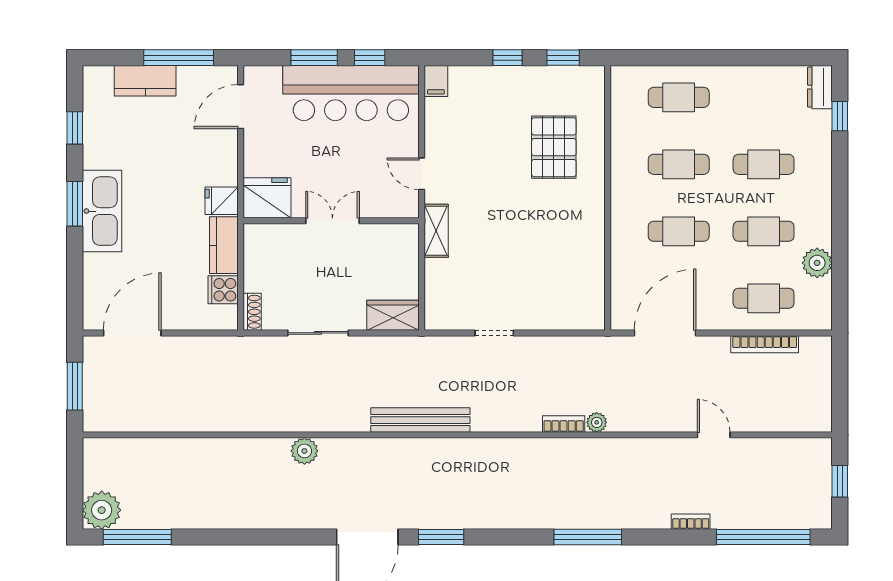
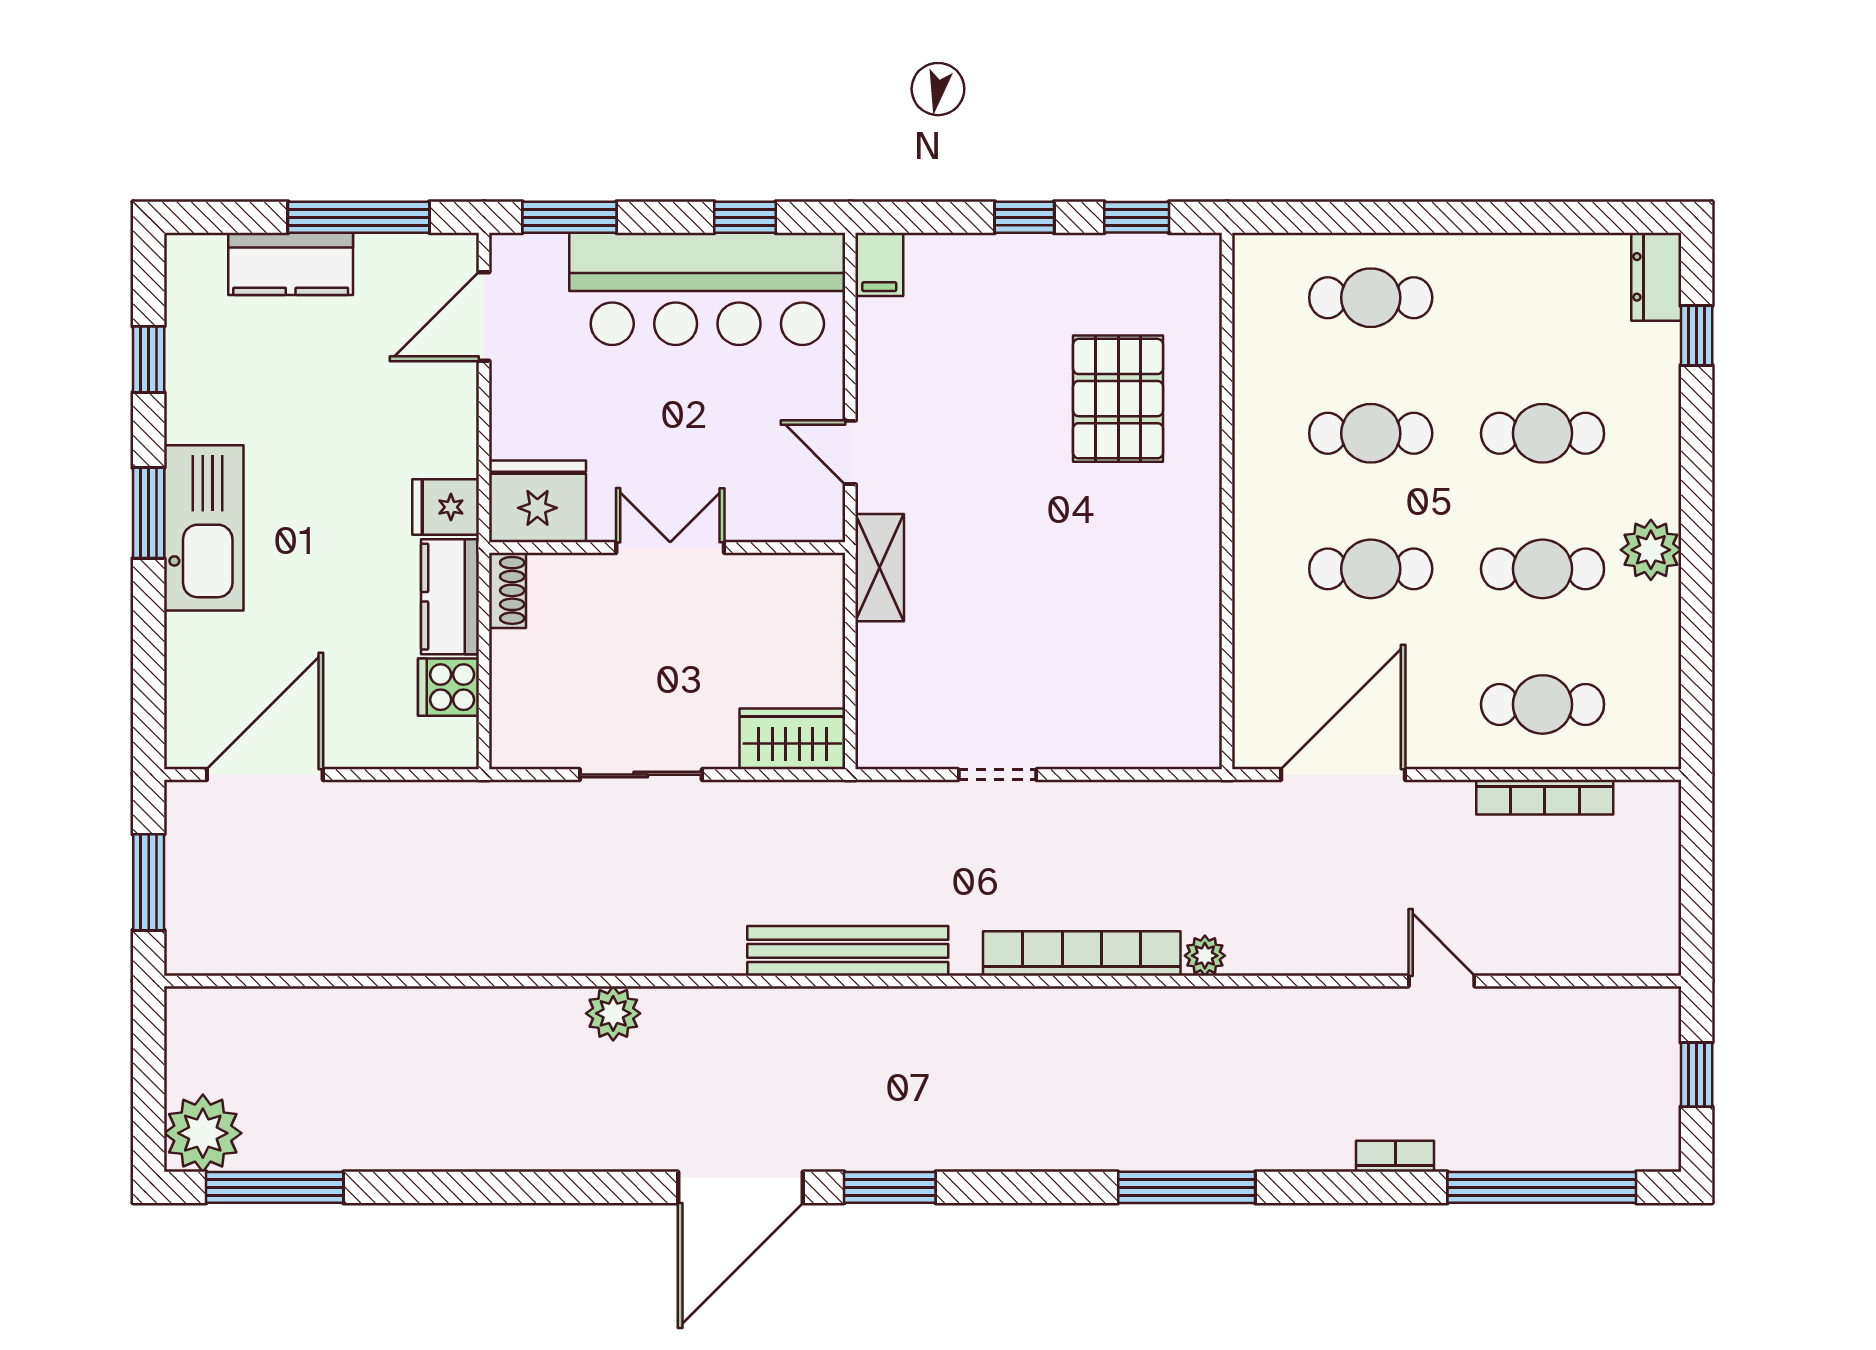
window: (314, 58) -> (569, 217), moved
plant: (817, 263) -> (1651, 550), moved
shoe rack: (252, 312) -> (507, 590), moved
bookcase: (564, 424) -> (1082, 953), width x2.31, depth x1.31

